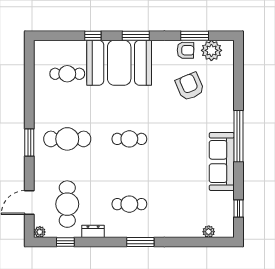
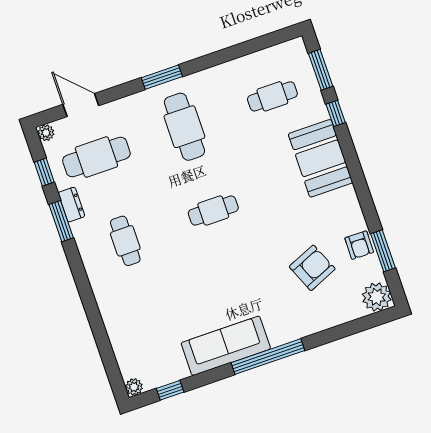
window: (136, 36) -> (321, 70), moved
plant: (211, 50) -> (377, 297), moved
booth: (119, 63) -> (320, 158), width x0.73, depth x0.70
cafe table: (67, 74) -> (272, 96), turned 90
cafe table: (129, 139) -> (213, 211), turned 90
plant: (209, 232) -> (134, 387), moved
window: (140, 242) -> (61, 221), moved

